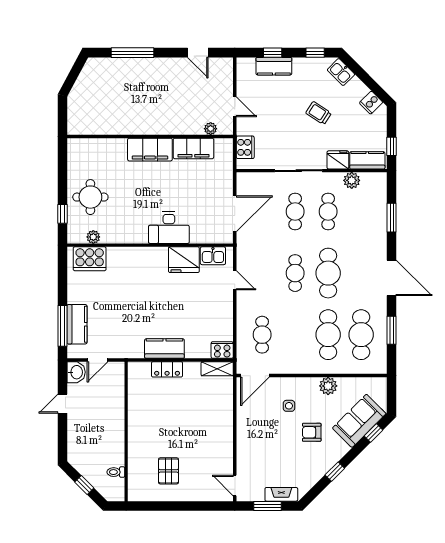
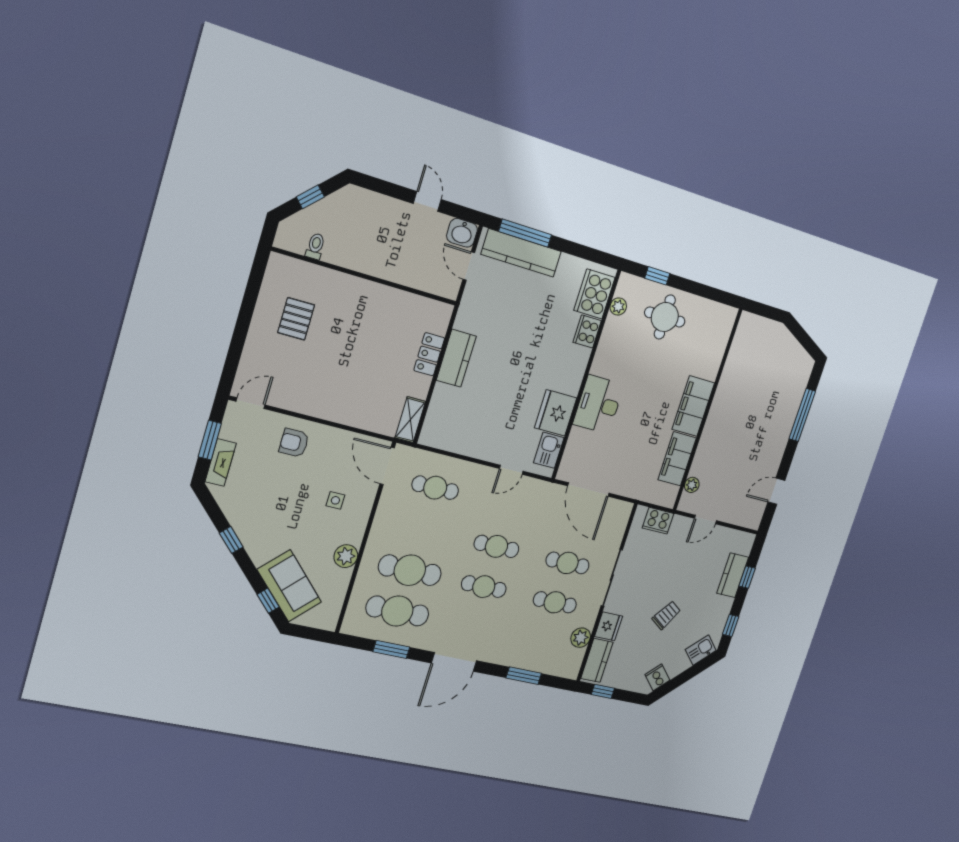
cafe table: (328, 273) -> (484, 587), width x0.73, depth x0.74
kitchen counter: (77, 324) -> (521, 253), width x1.50
cooker: (222, 350) -> (587, 332), moved, turned 180
armchair: (312, 432) -> (294, 443), moved, turned -90
pallet: (168, 471) -> (296, 319), turned 90

